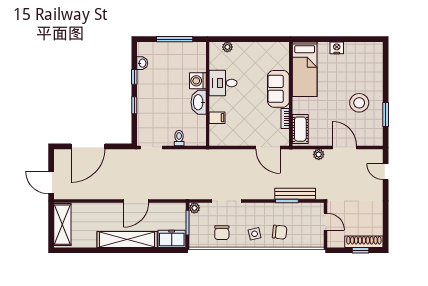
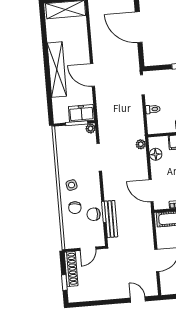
floor lamp: (229, 139) -> (156, 154), added
door: (268, 147) -> (151, 191), hinge flipped
plant: (319, 154) -> (141, 144), moved
door: (386, 172) -> (138, 300), hinge flipped
chair: (222, 233) -> (94, 214), moved
freezer: (172, 239) -> (81, 113), moved, turned -90
shoe rack: (364, 242) -> (71, 269), moved

